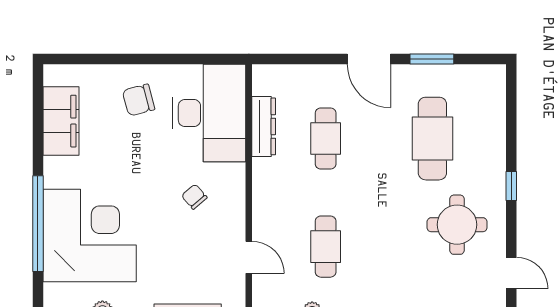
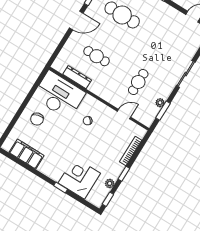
window: (38, 224) -> (61, 187), width x0.32
round table: (457, 225) -> (161, 26), removed
corner desk: (90, 236) -> (79, 178), width x0.74, depth x0.74
cafe table: (326, 247) -> (138, 82), turned 90

